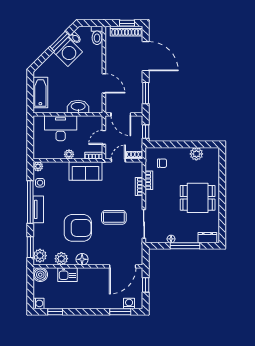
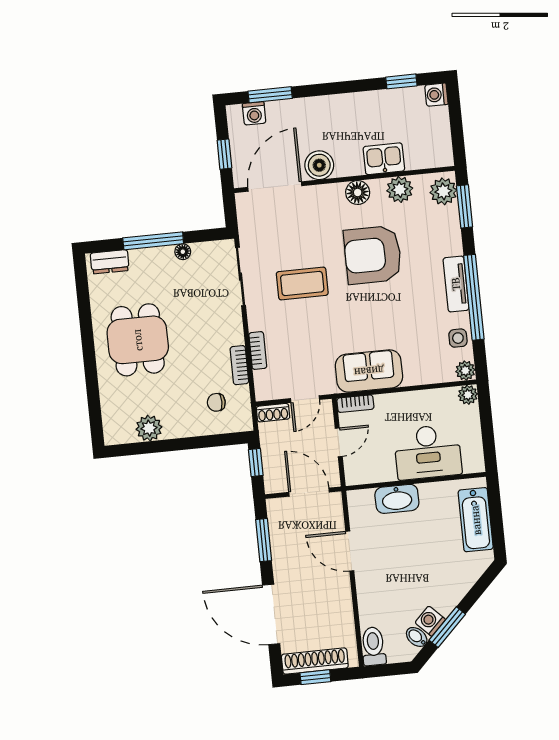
washing machine: (68, 52) -> (430, 621), width x0.53, depth x0.53
plant: (69, 154) -> (468, 395), moved
dining table: (198, 198) -> (138, 340), turned 90
boiler: (40, 275) -> (319, 165), moved

